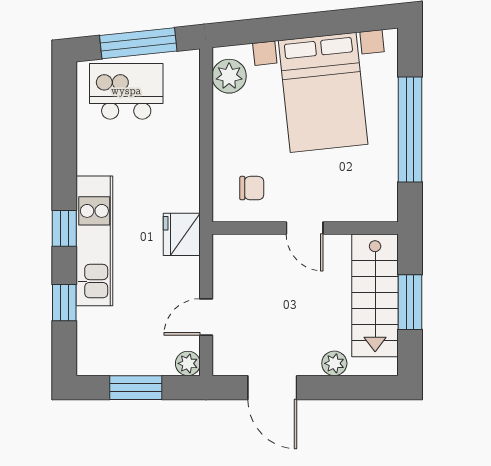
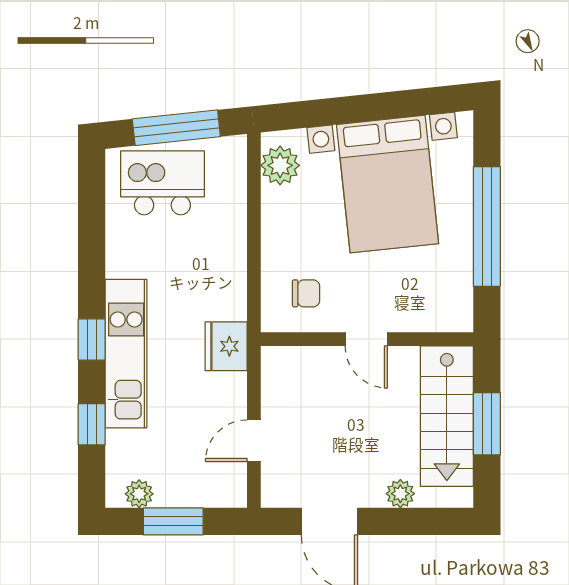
plant: (188, 363) -> (139, 494), moved

